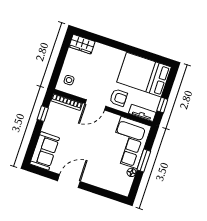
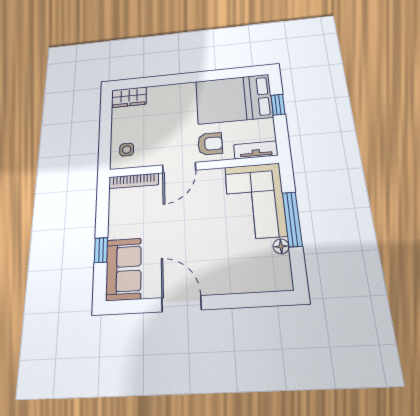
window: (162, 105) -> (278, 105), moved
window: (43, 114) -> (101, 250), moved
window: (144, 161) -> (292, 219), width x1.44
door: (69, 181) -> (181, 304), hinge flipped

